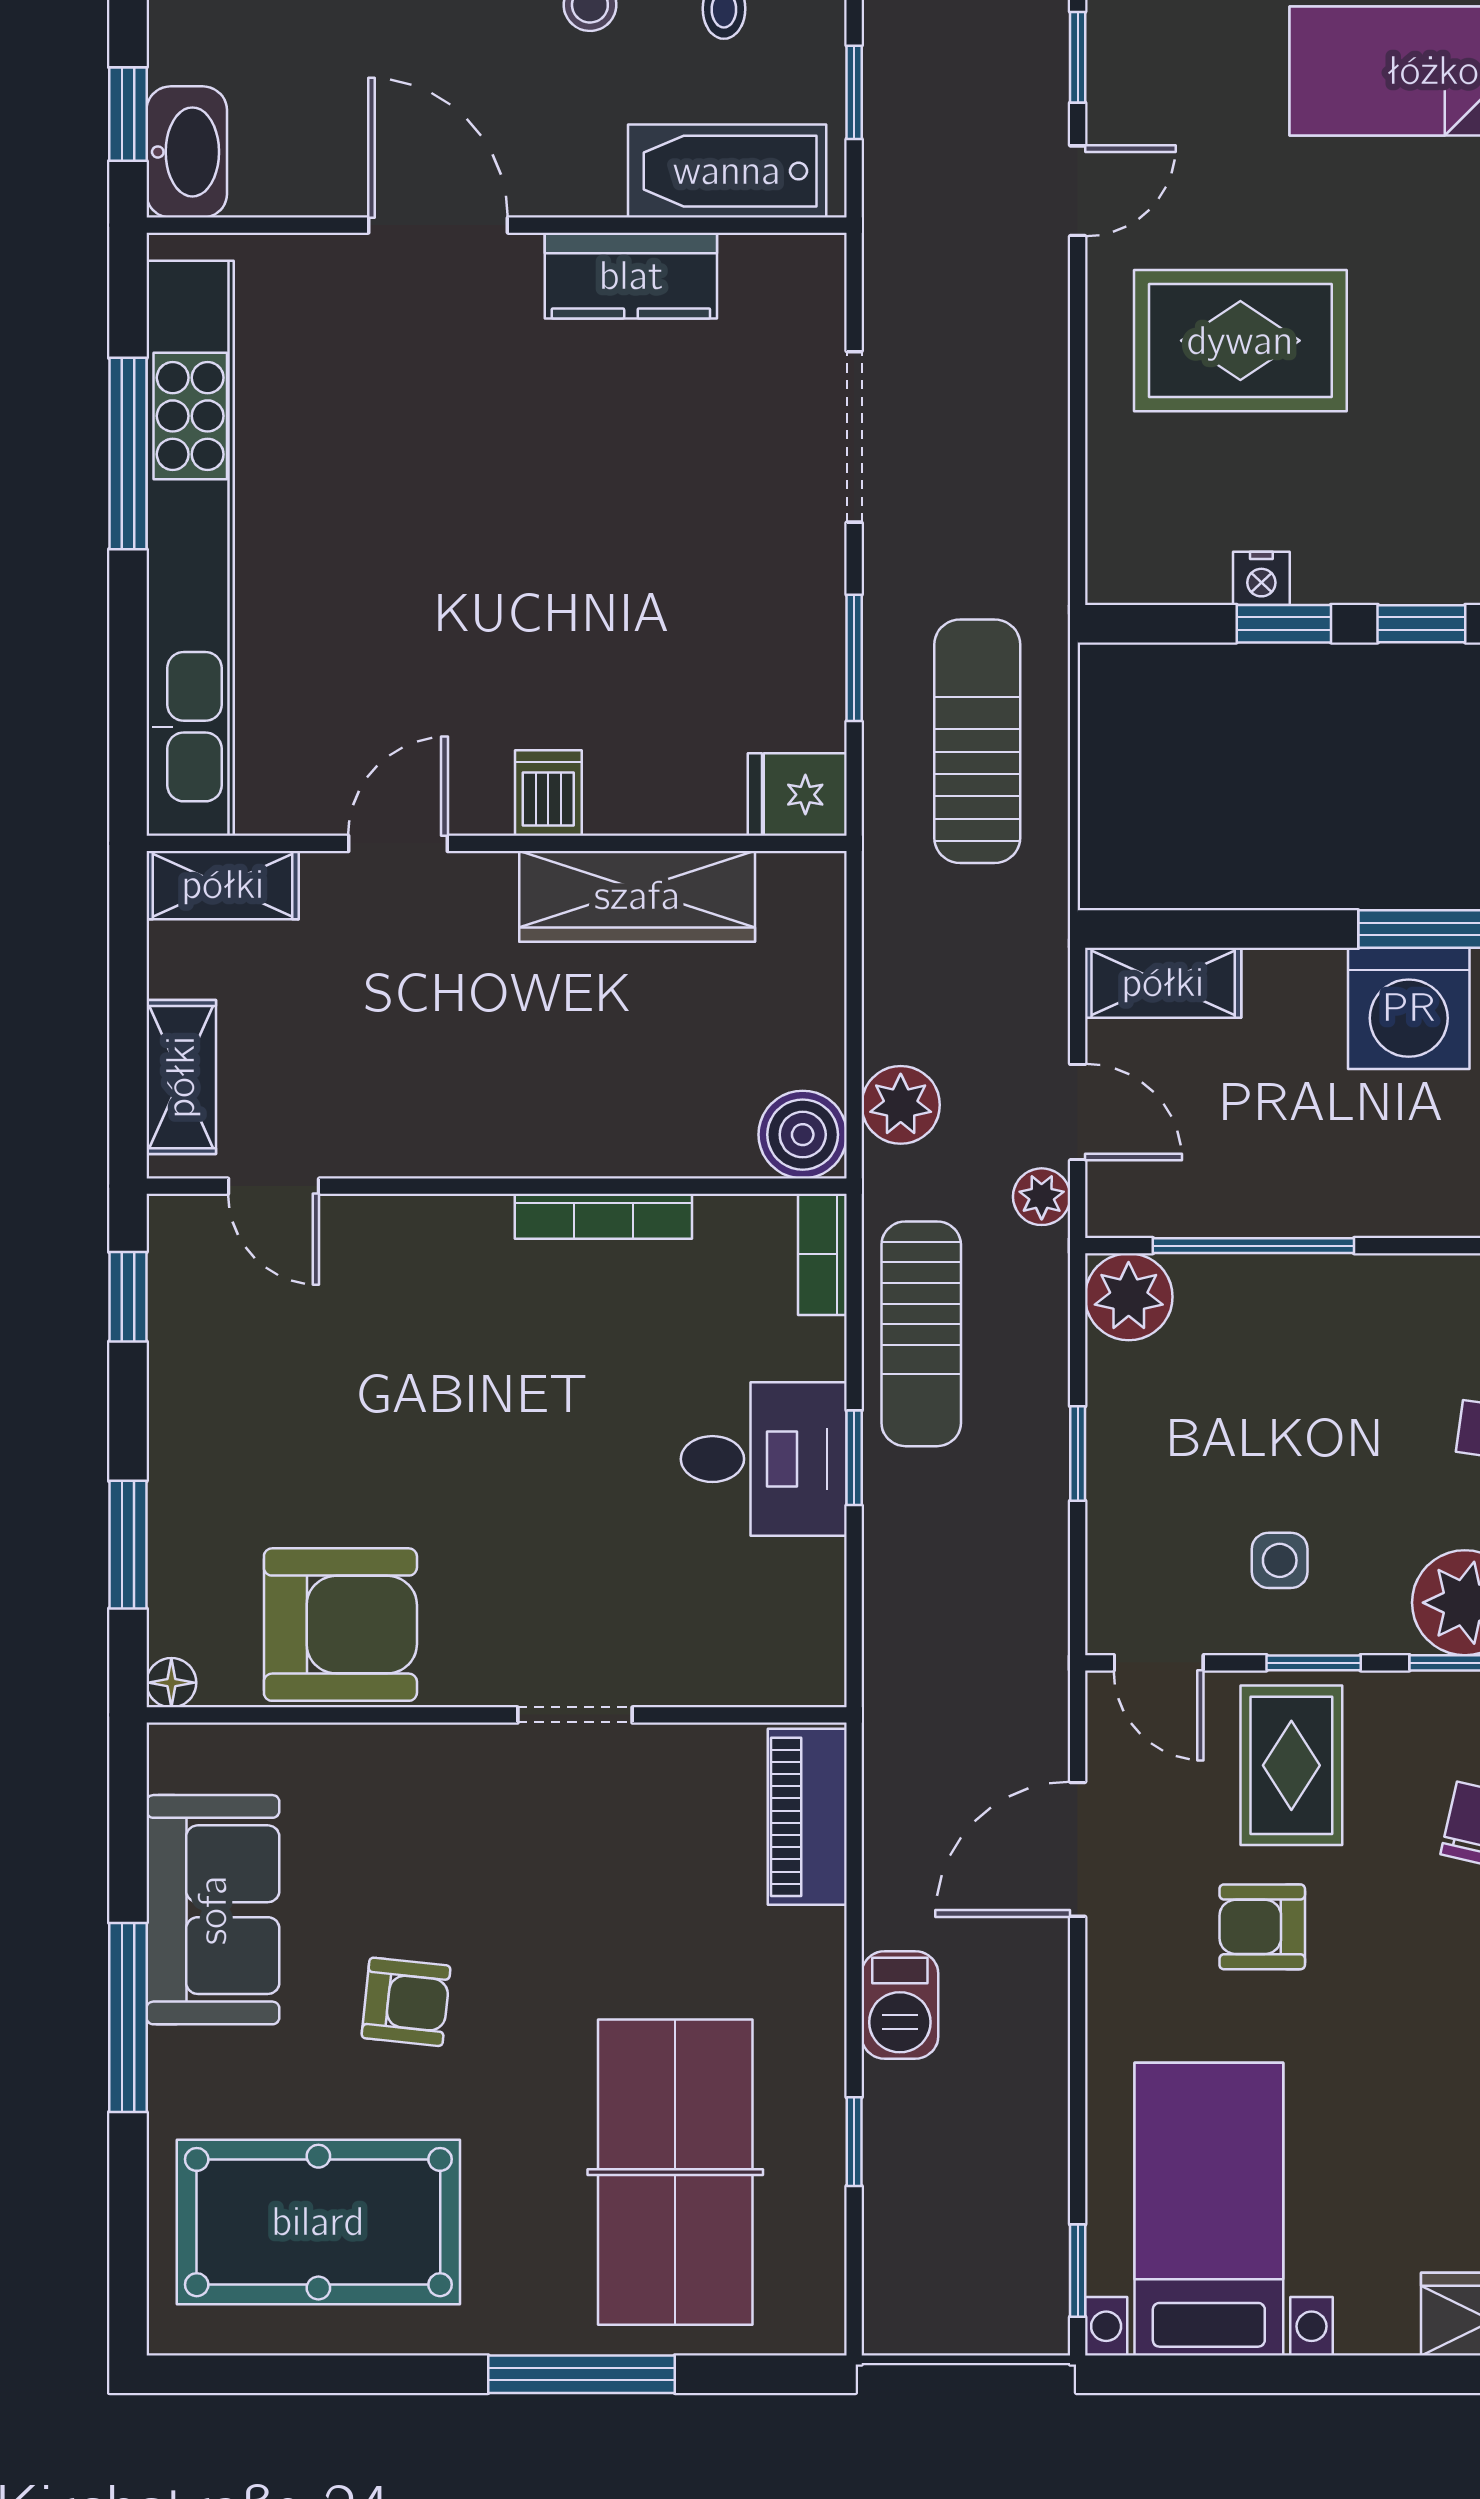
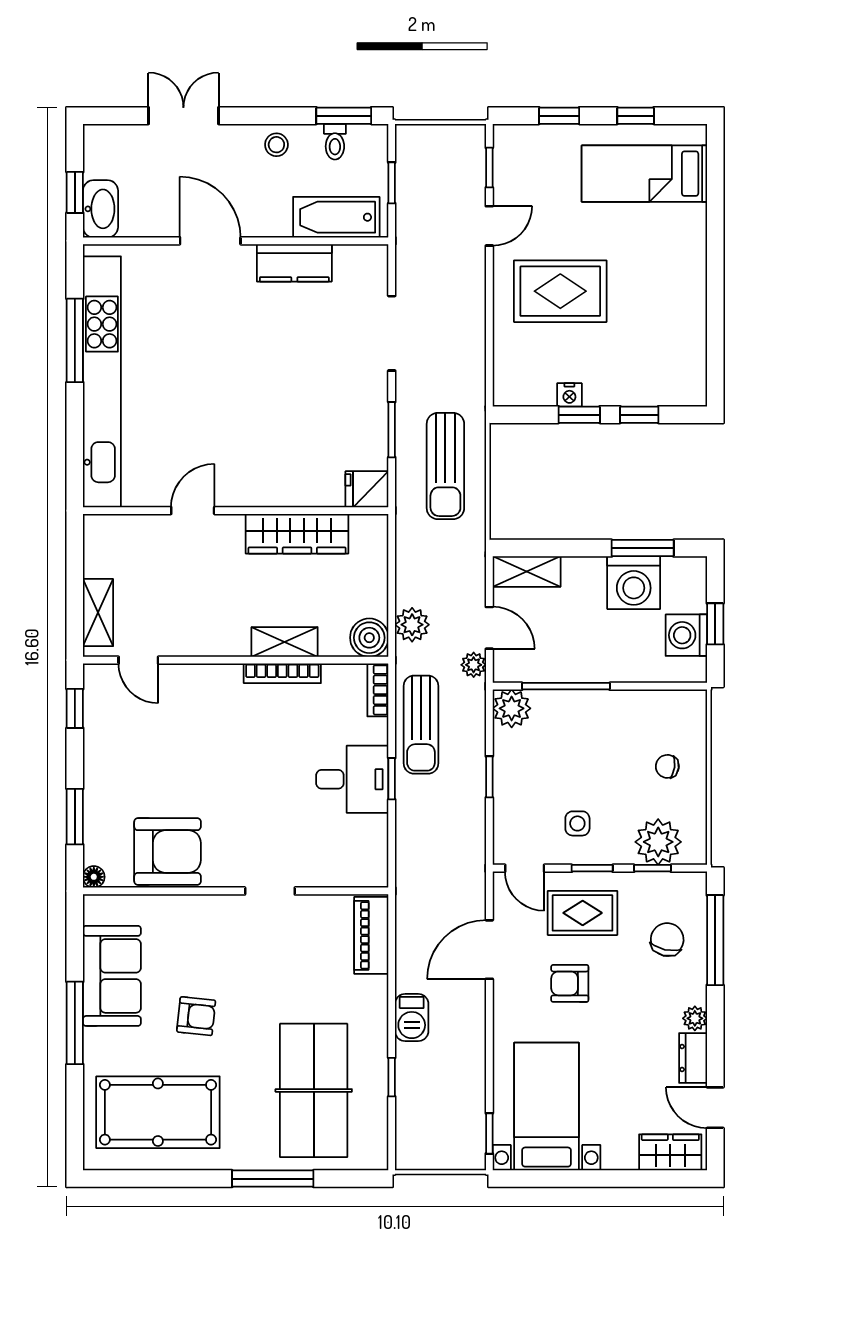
sun lounger: (977, 741) -> (445, 466), turned 180
dishwasher: (548, 793) -> (258, 489), removed
shelving: (223, 885) -> (285, 642), moved
rug: (1291, 1765) -> (583, 913), turned 90

